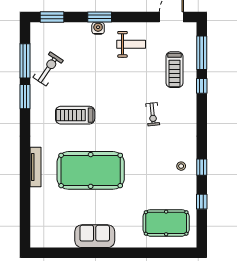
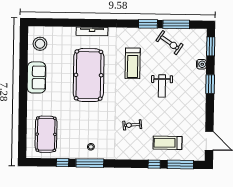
water cooler: (98, 28) -> (201, 64), moved
weight bench: (131, 44) -> (162, 86), moved
treadmill: (75, 115) -> (133, 63), turned 180
window: (202, 167) -> (90, 163), width x2.17
stool: (52, 232) -> (40, 44), added

